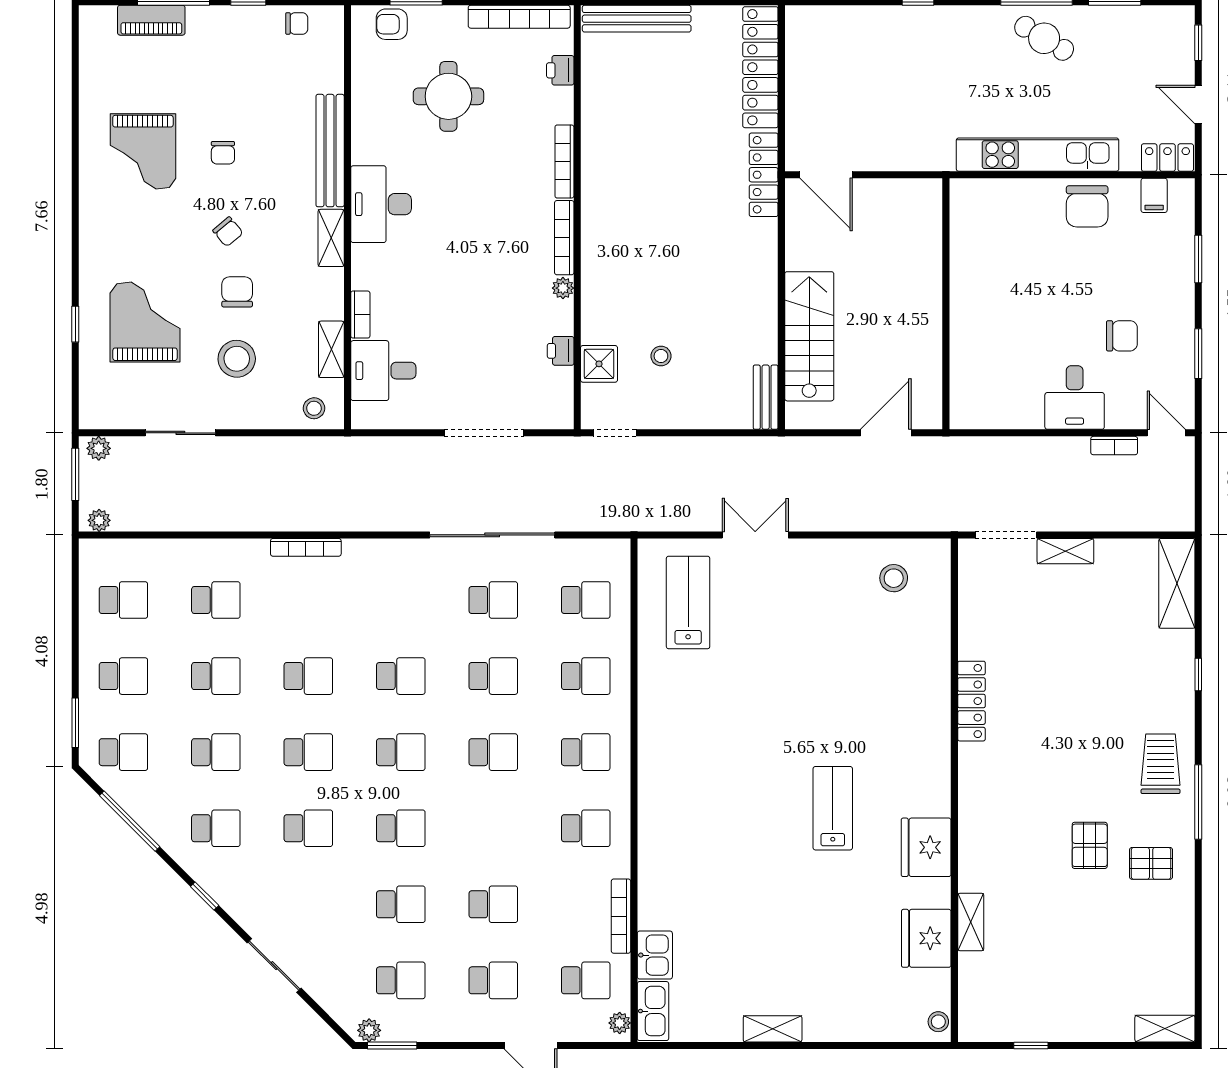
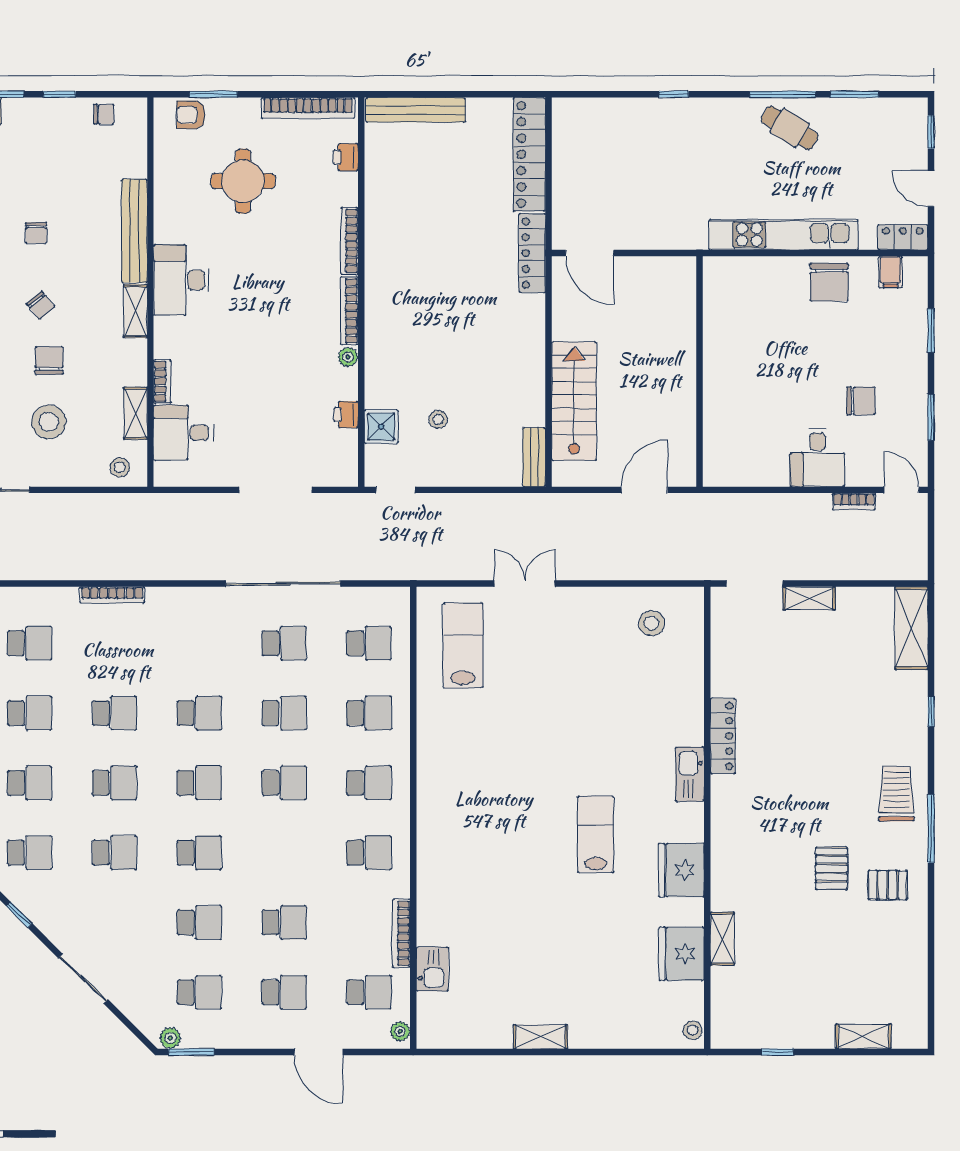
kitchen sink: (653, 1011) -> (690, 774), moved, turned 180
shelving: (1165, 1029) -> (863, 1036), moved

